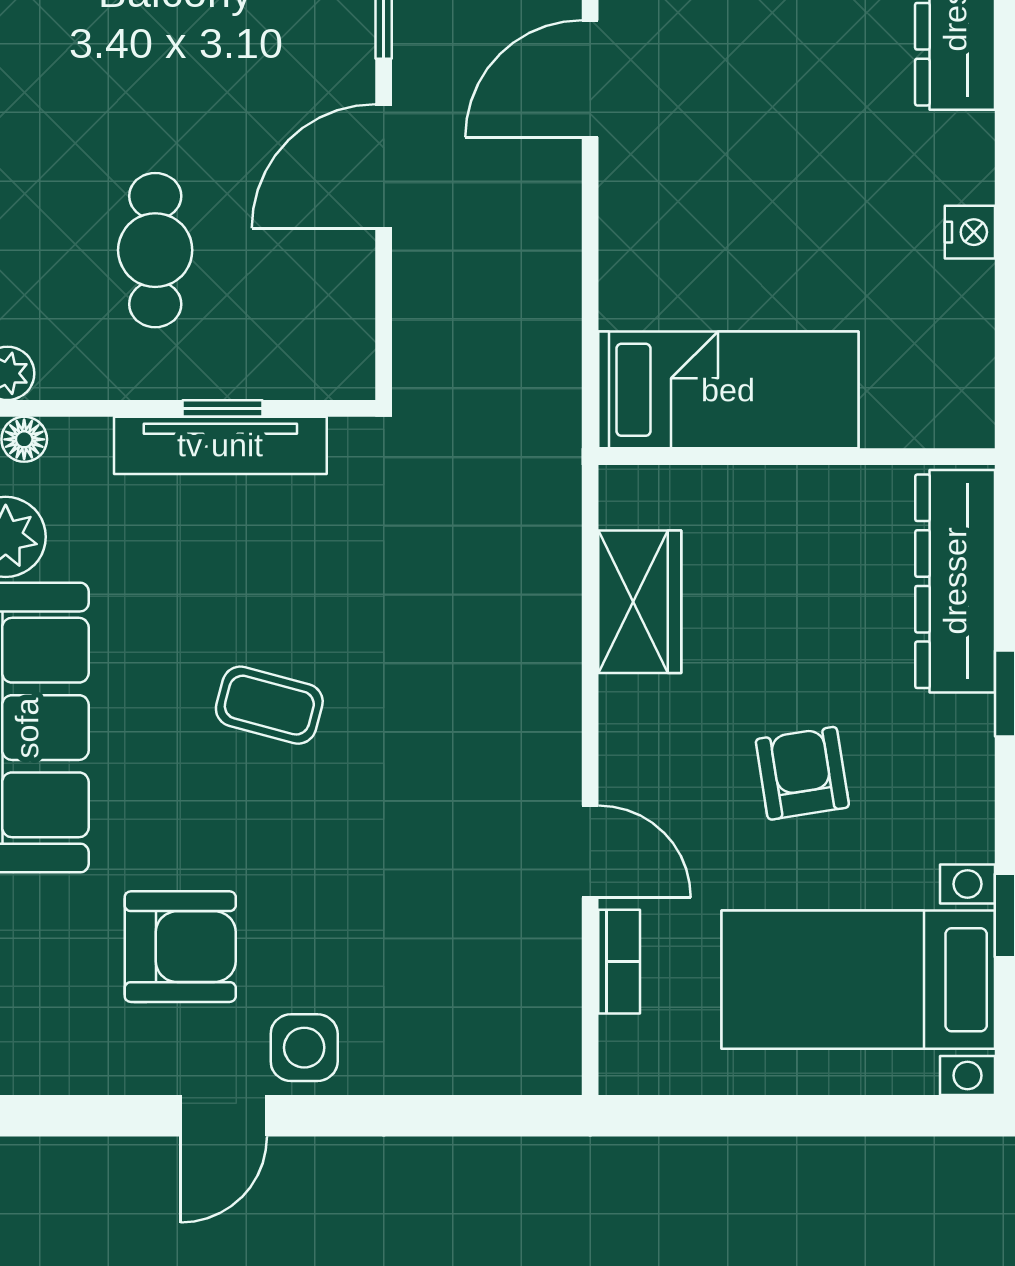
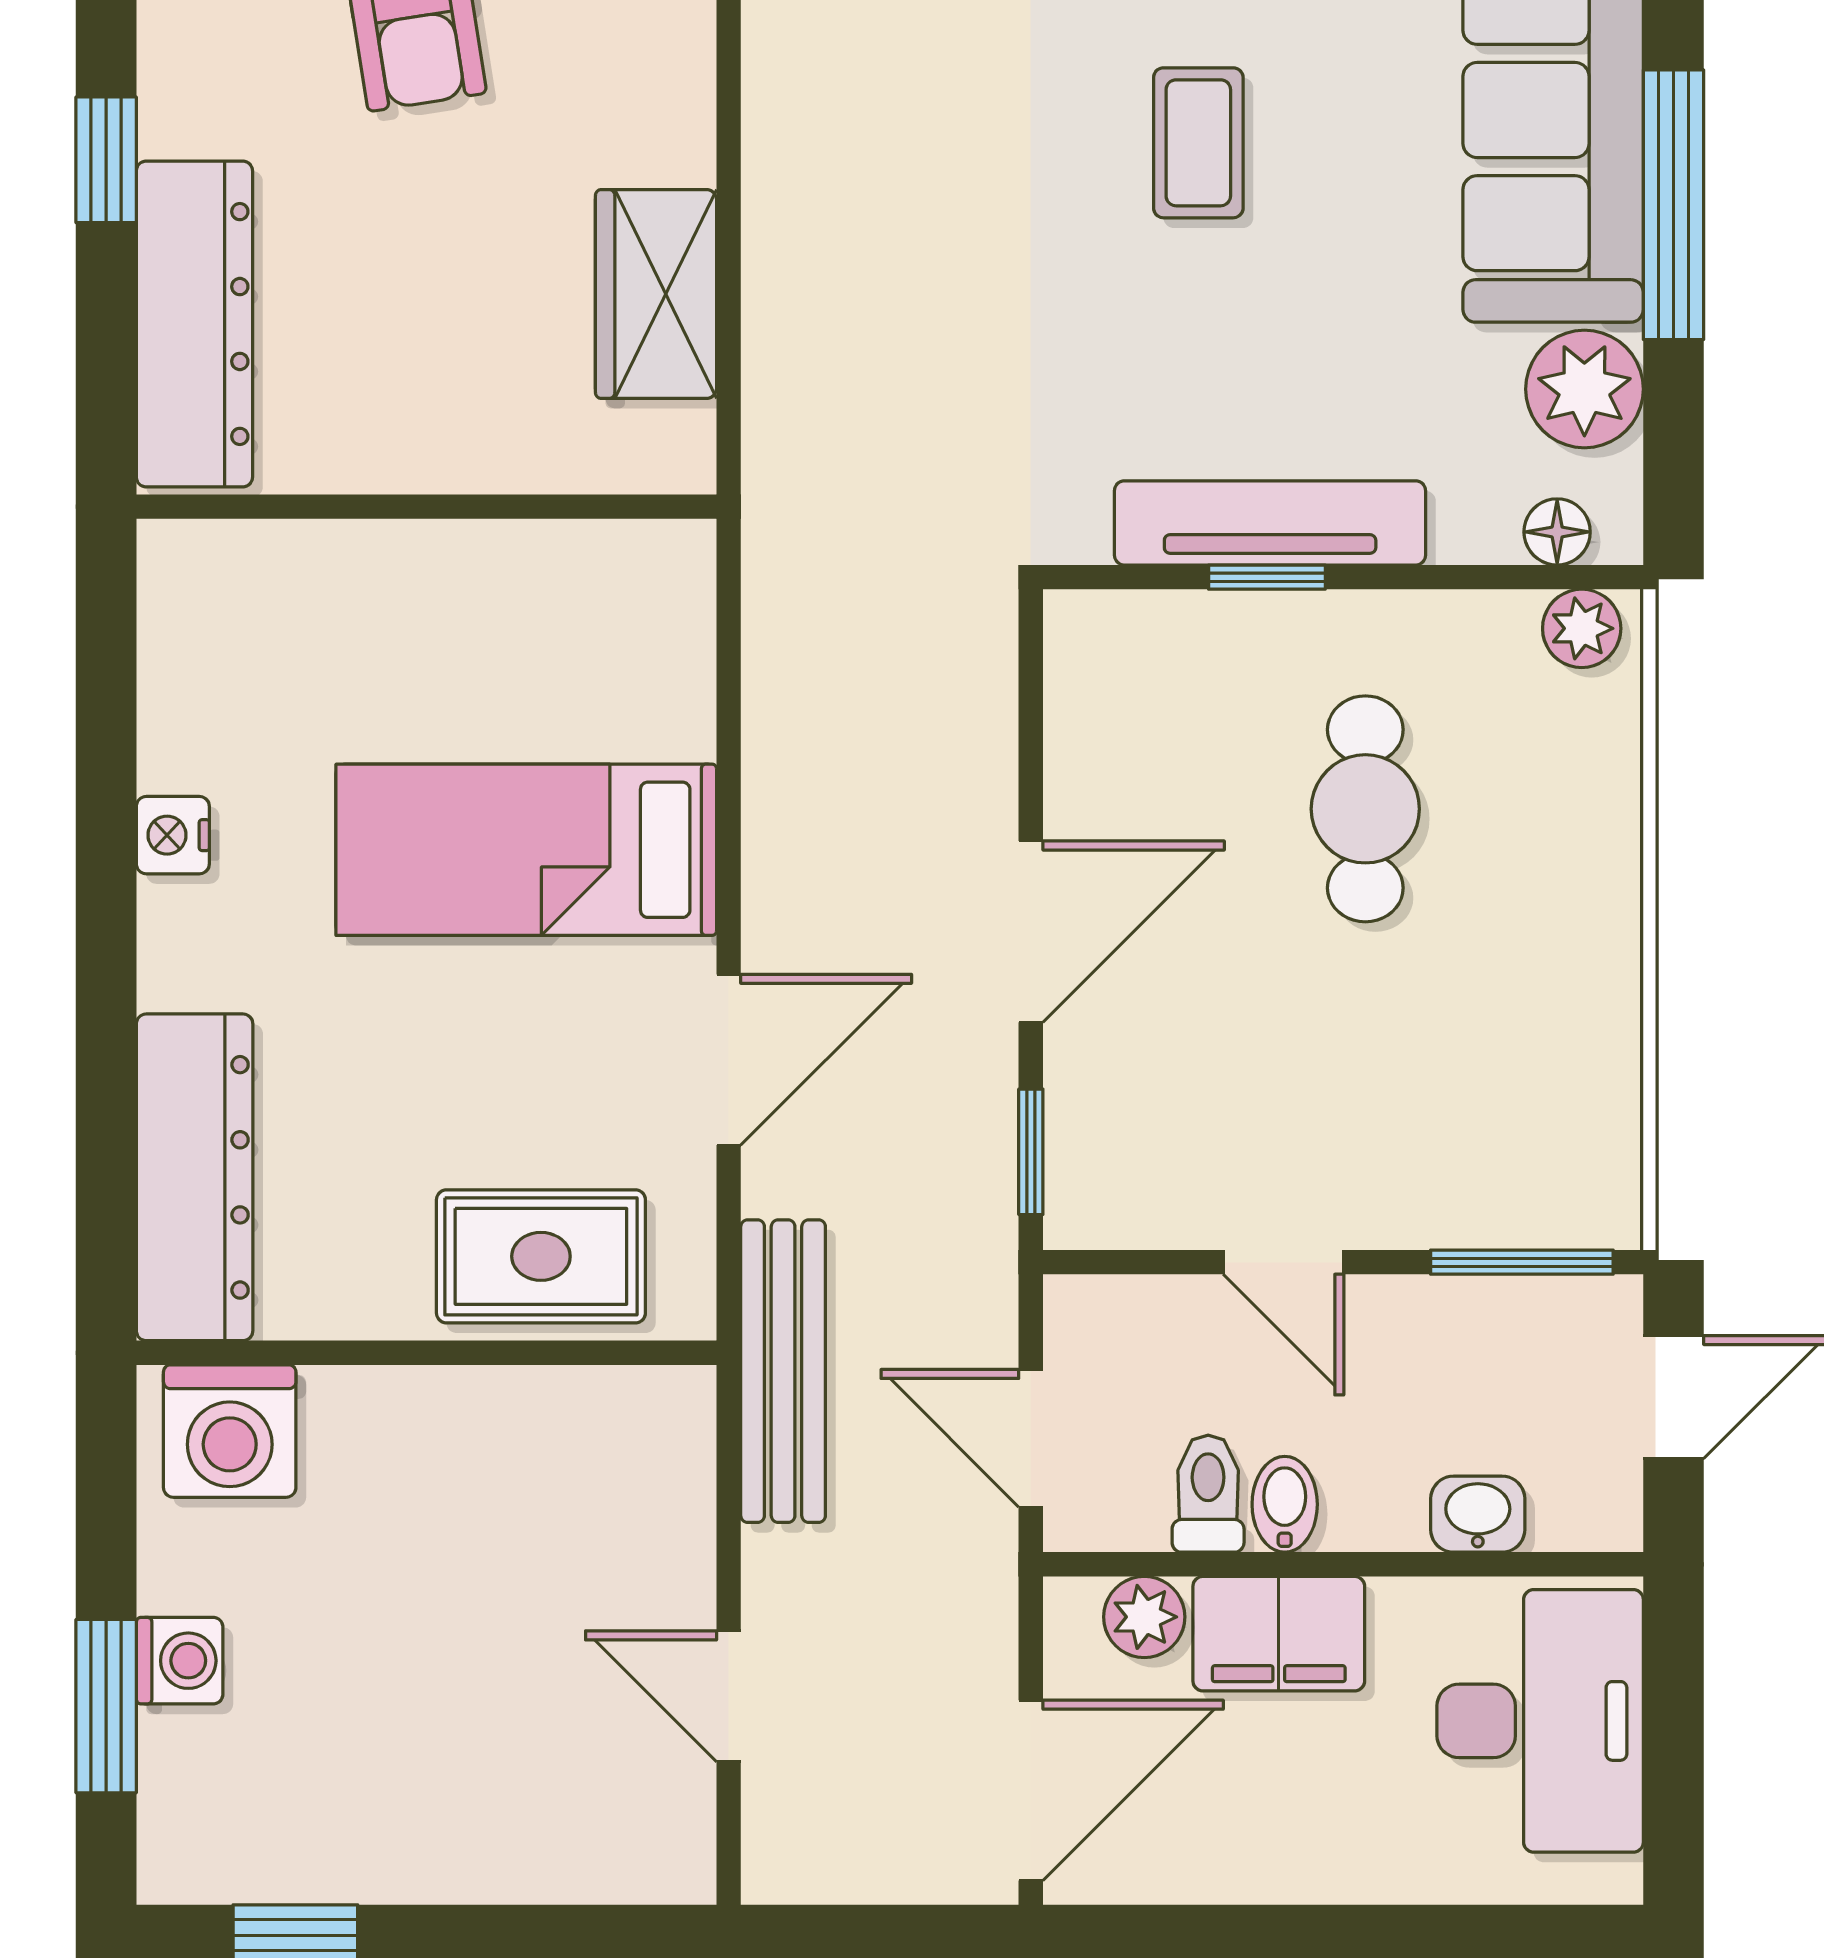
bed: (728, 390) -> (526, 850), moved
coffee table: (269, 705) -> (1198, 143), turned 75

